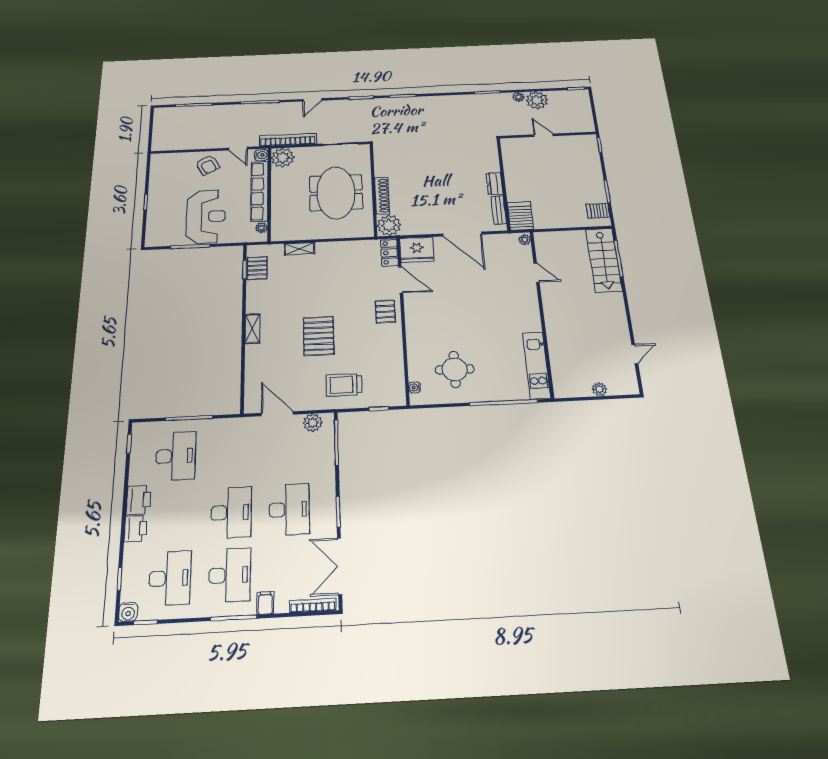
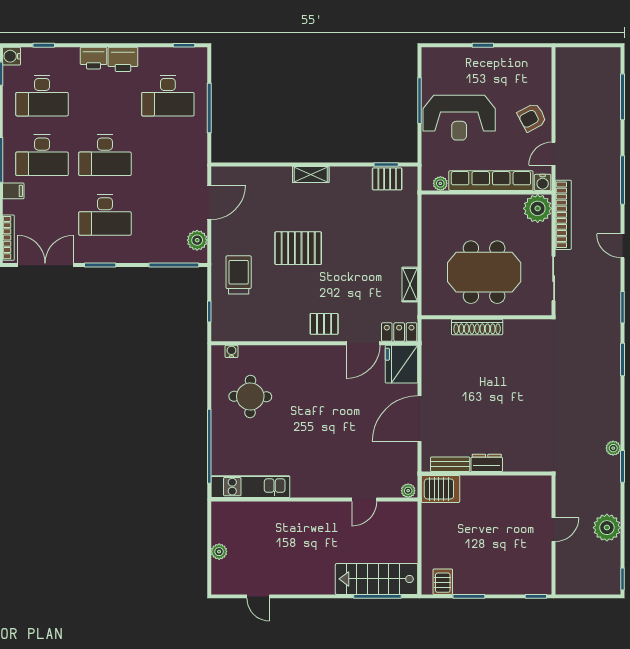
plant: (518, 97) -> (613, 448), moved
plant: (389, 225) -> (436, 333), removed
shelving: (299, 249) -> (410, 285), moved

